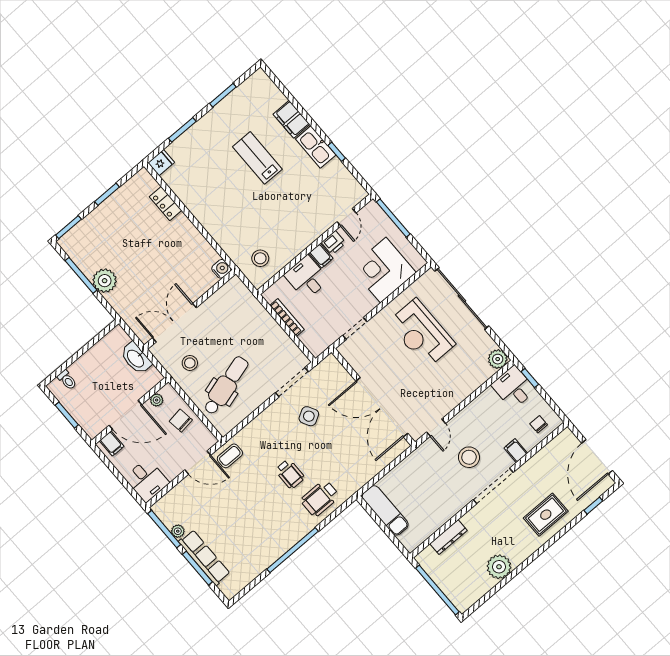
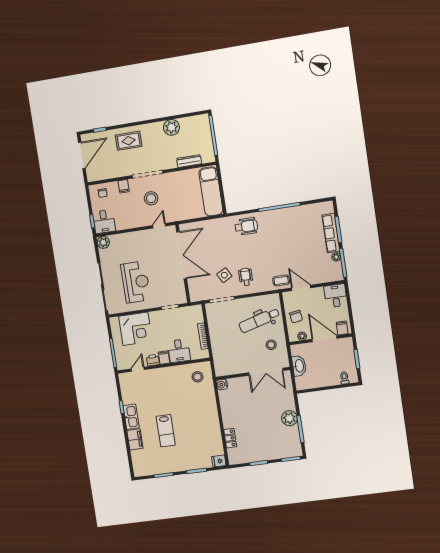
wheelchair: (290, 474) -> (246, 277), moved
exam couch: (385, 510) -> (211, 191), width x1.36, depth x1.45

